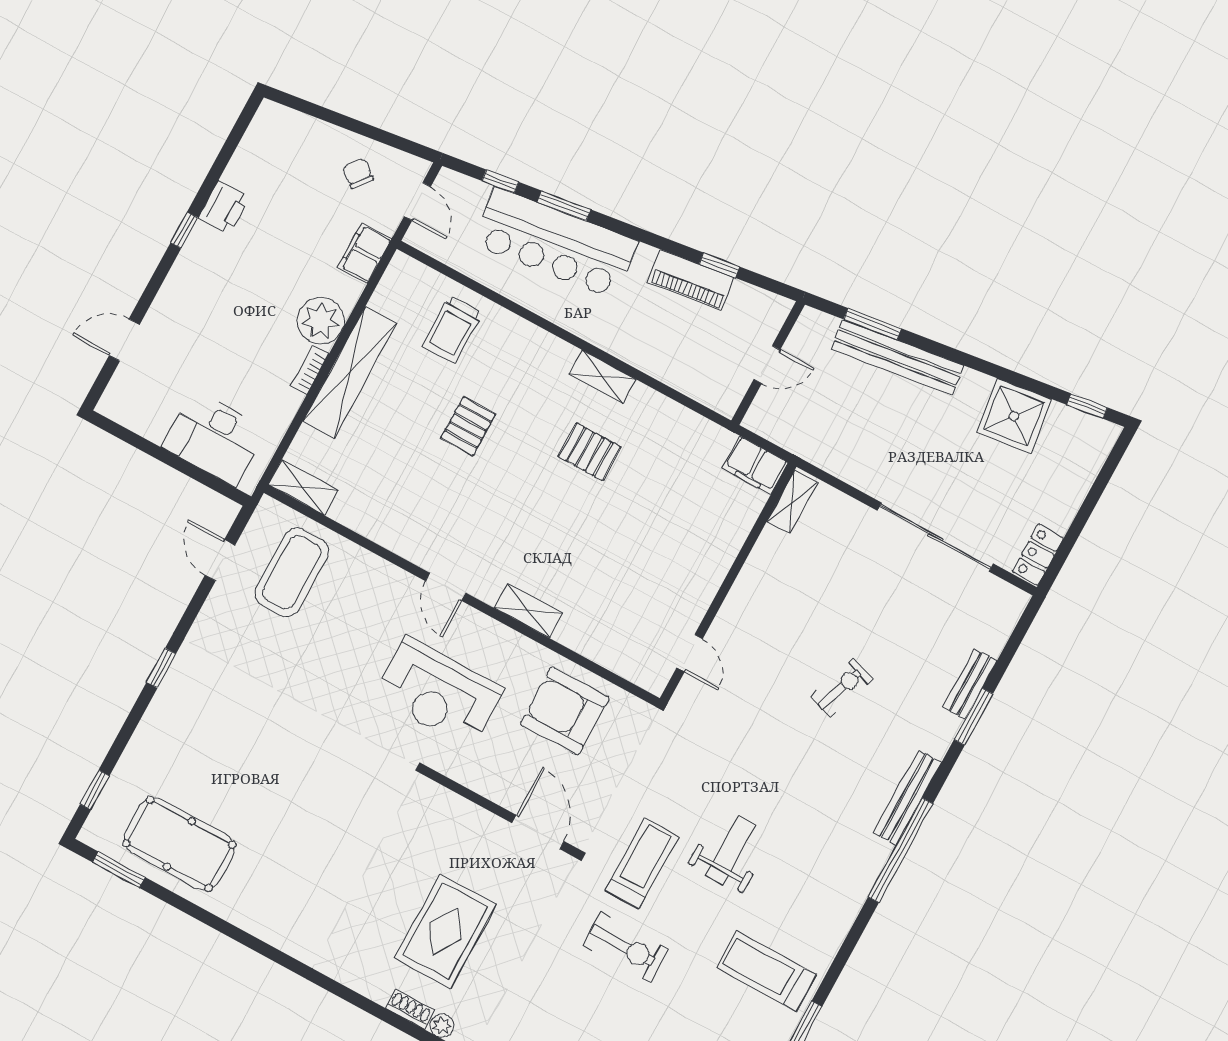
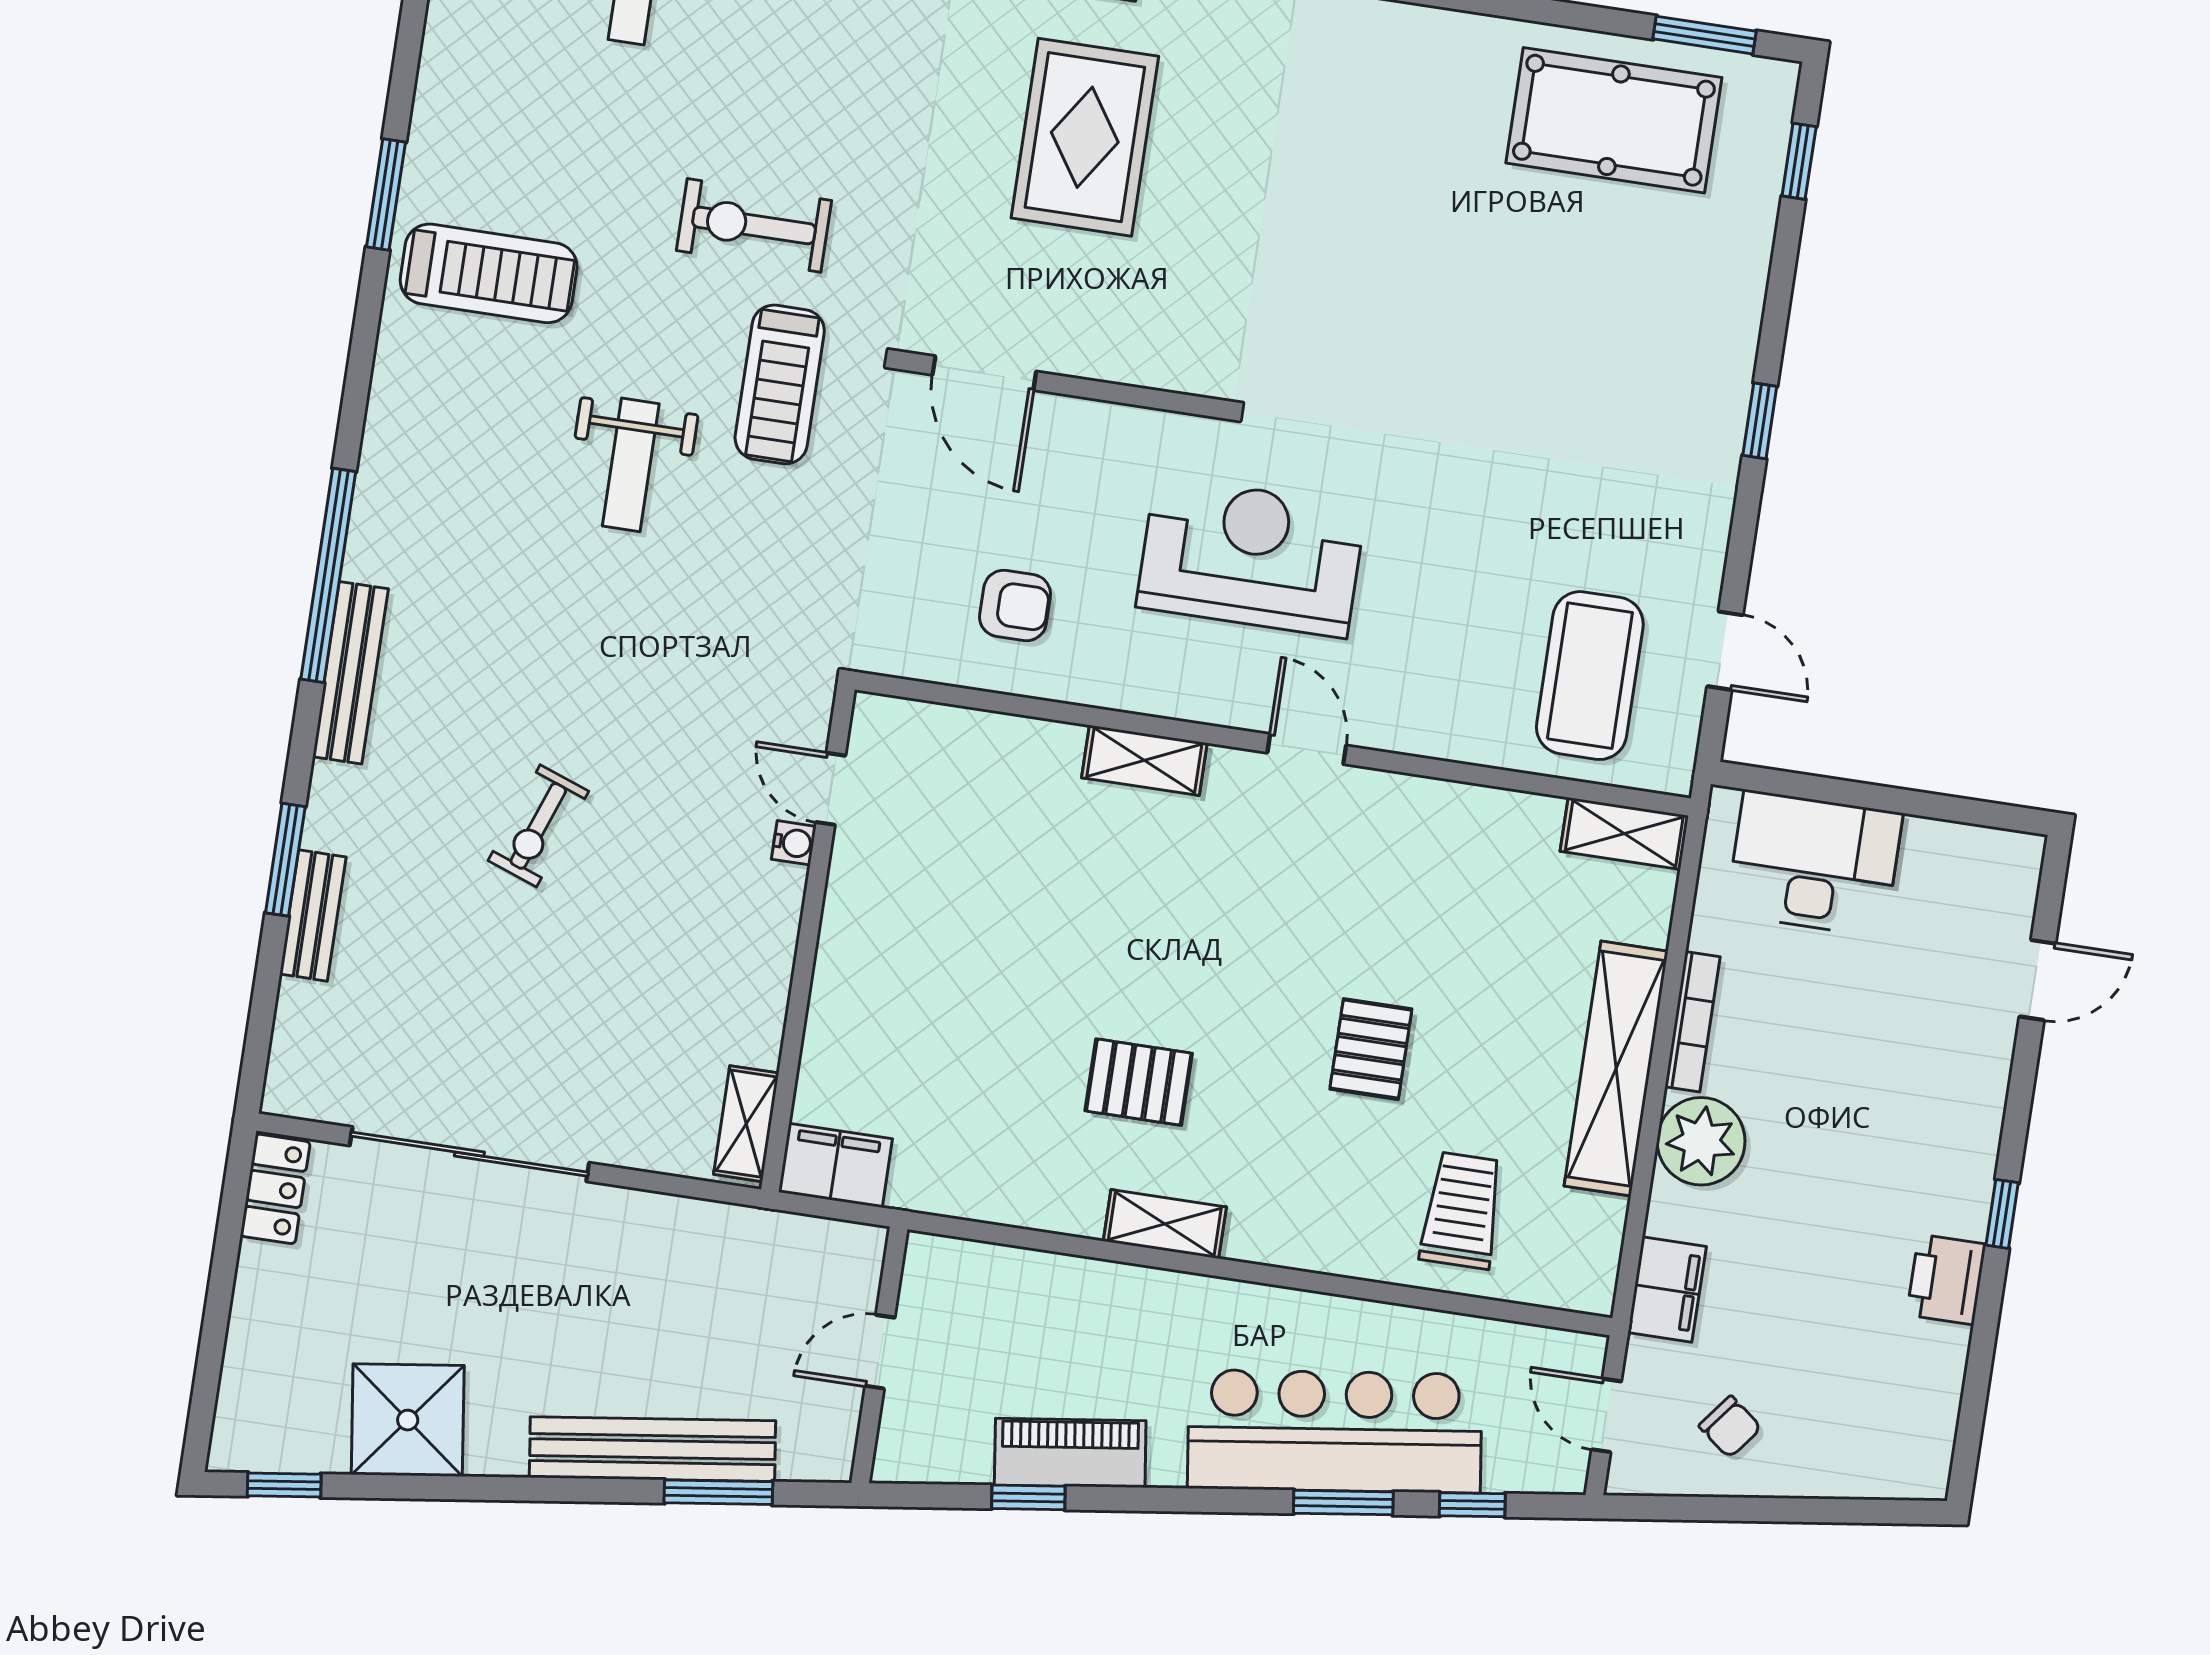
bookcase: (310, 370) -> (1693, 1022), width x1.56
water cooler: (718, 633) -> (794, 843), added
armchair: (565, 711) -> (1015, 606), width x0.53, depth x0.53

